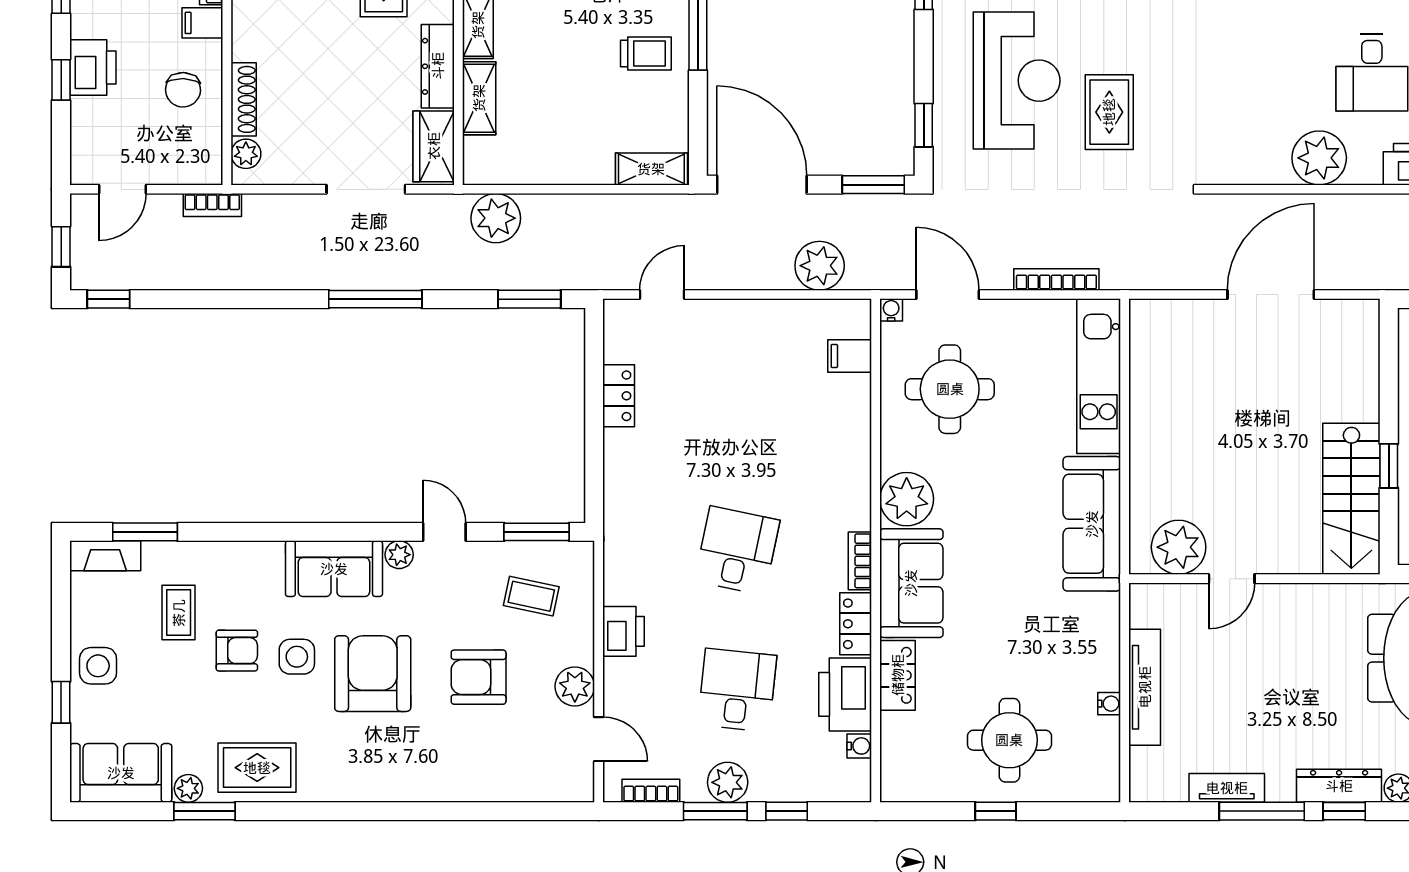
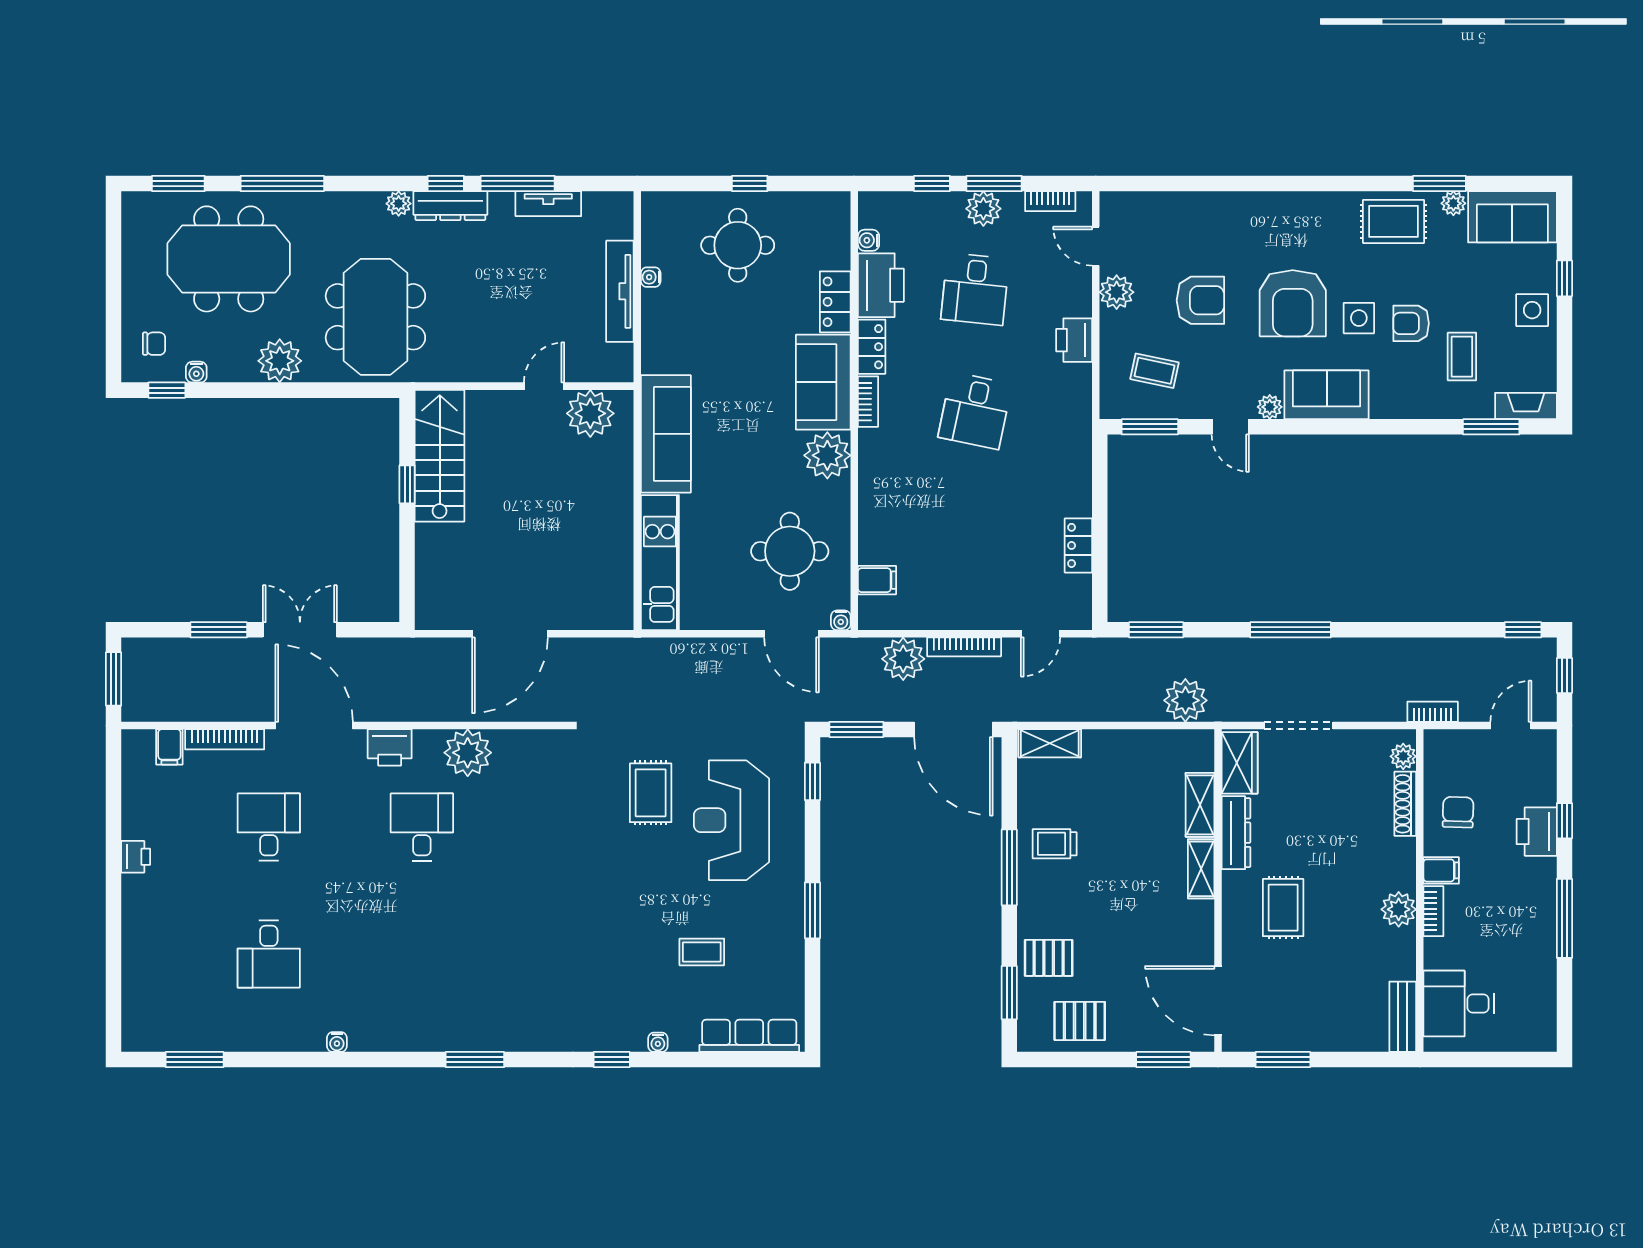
bookcase: (1056, 279) -> (964, 647), moved

